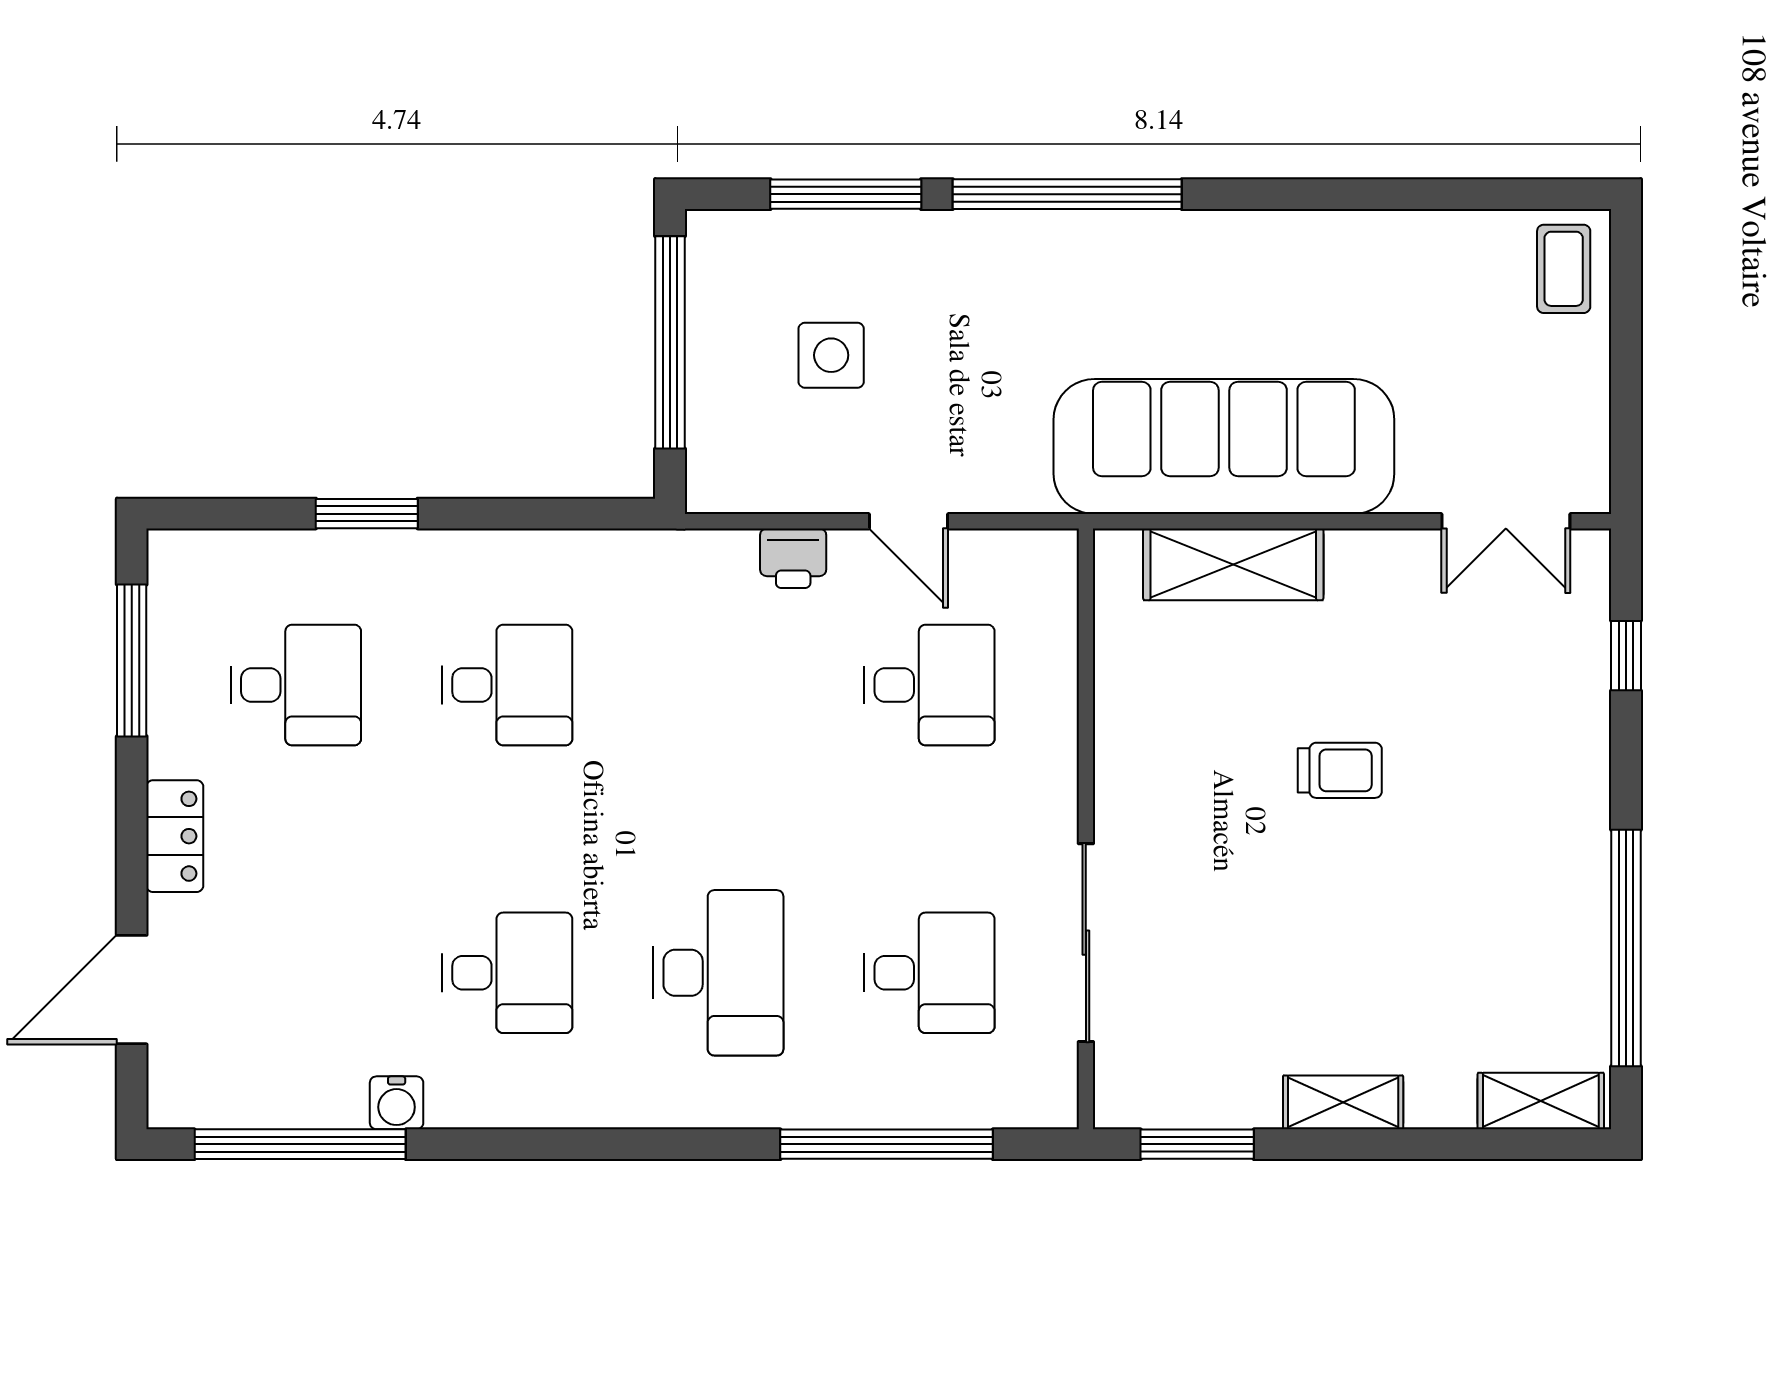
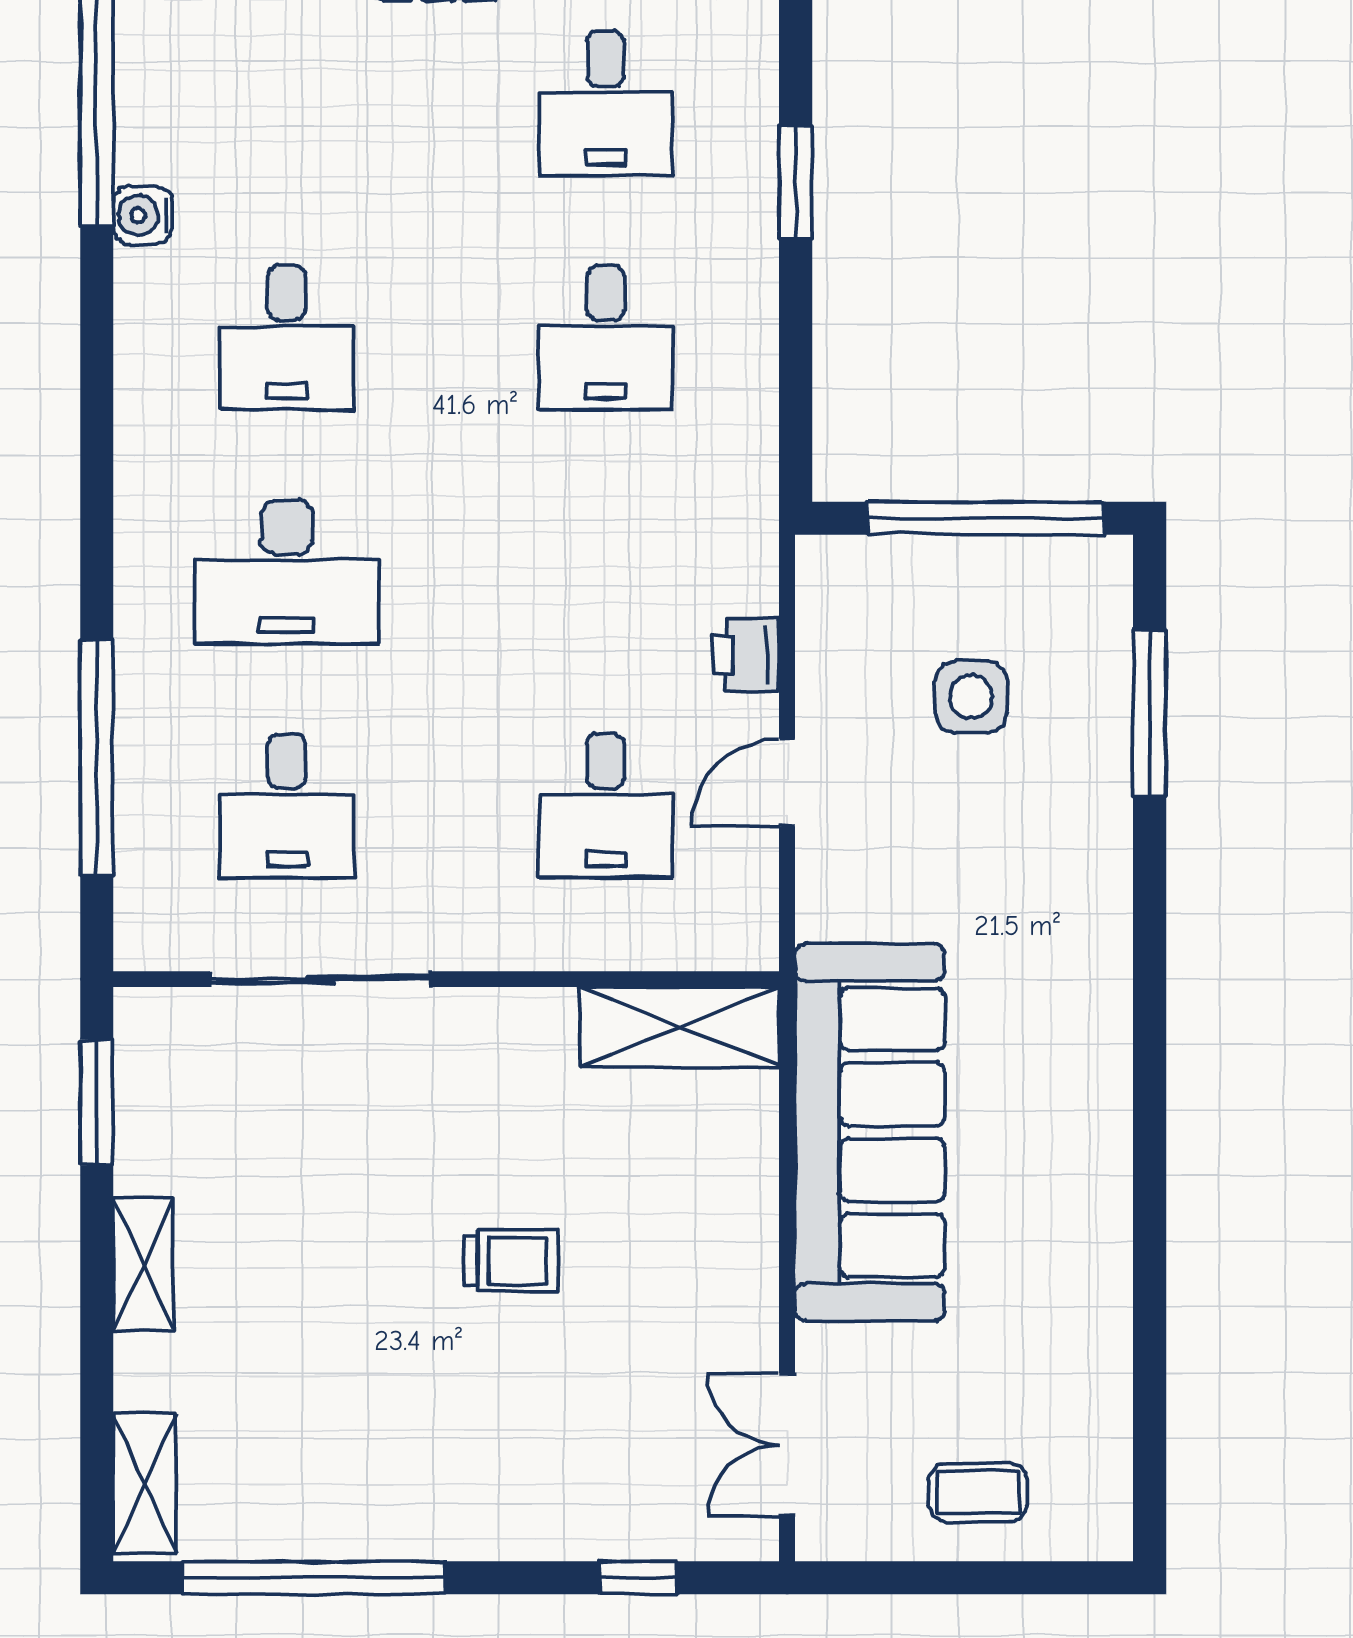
window: (1067, 194) -> (1150, 958), removed
coffee table: (1564, 269) -> (978, 1492), moved
shelving: (1233, 564) -> (679, 1027), moved, turned 90
trolley: (1340, 770) -> (511, 1260), turned -90

